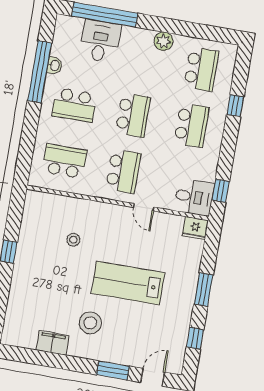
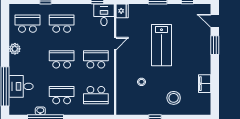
school desk: (74, 105) -> (62, 95), turned -90
school desk: (65, 161) -> (96, 95), turned -90
stool: (90, 323) -> (174, 98), moved

